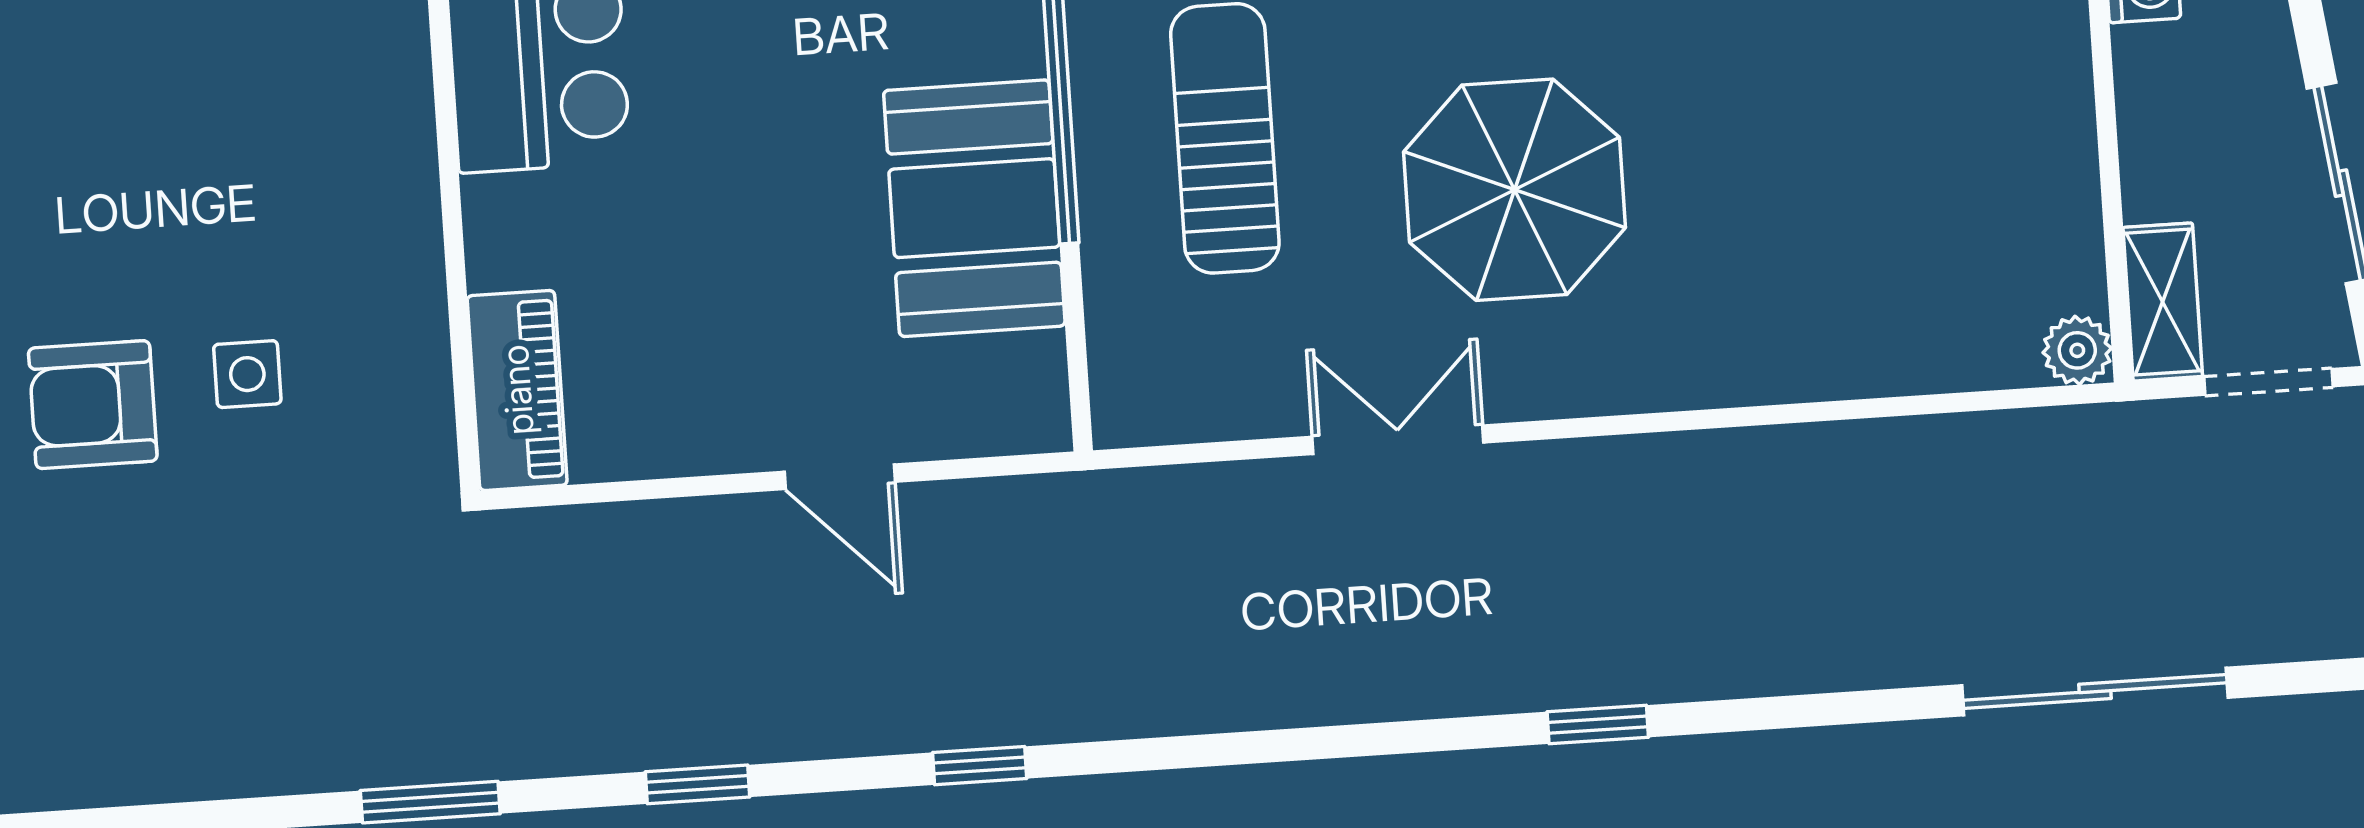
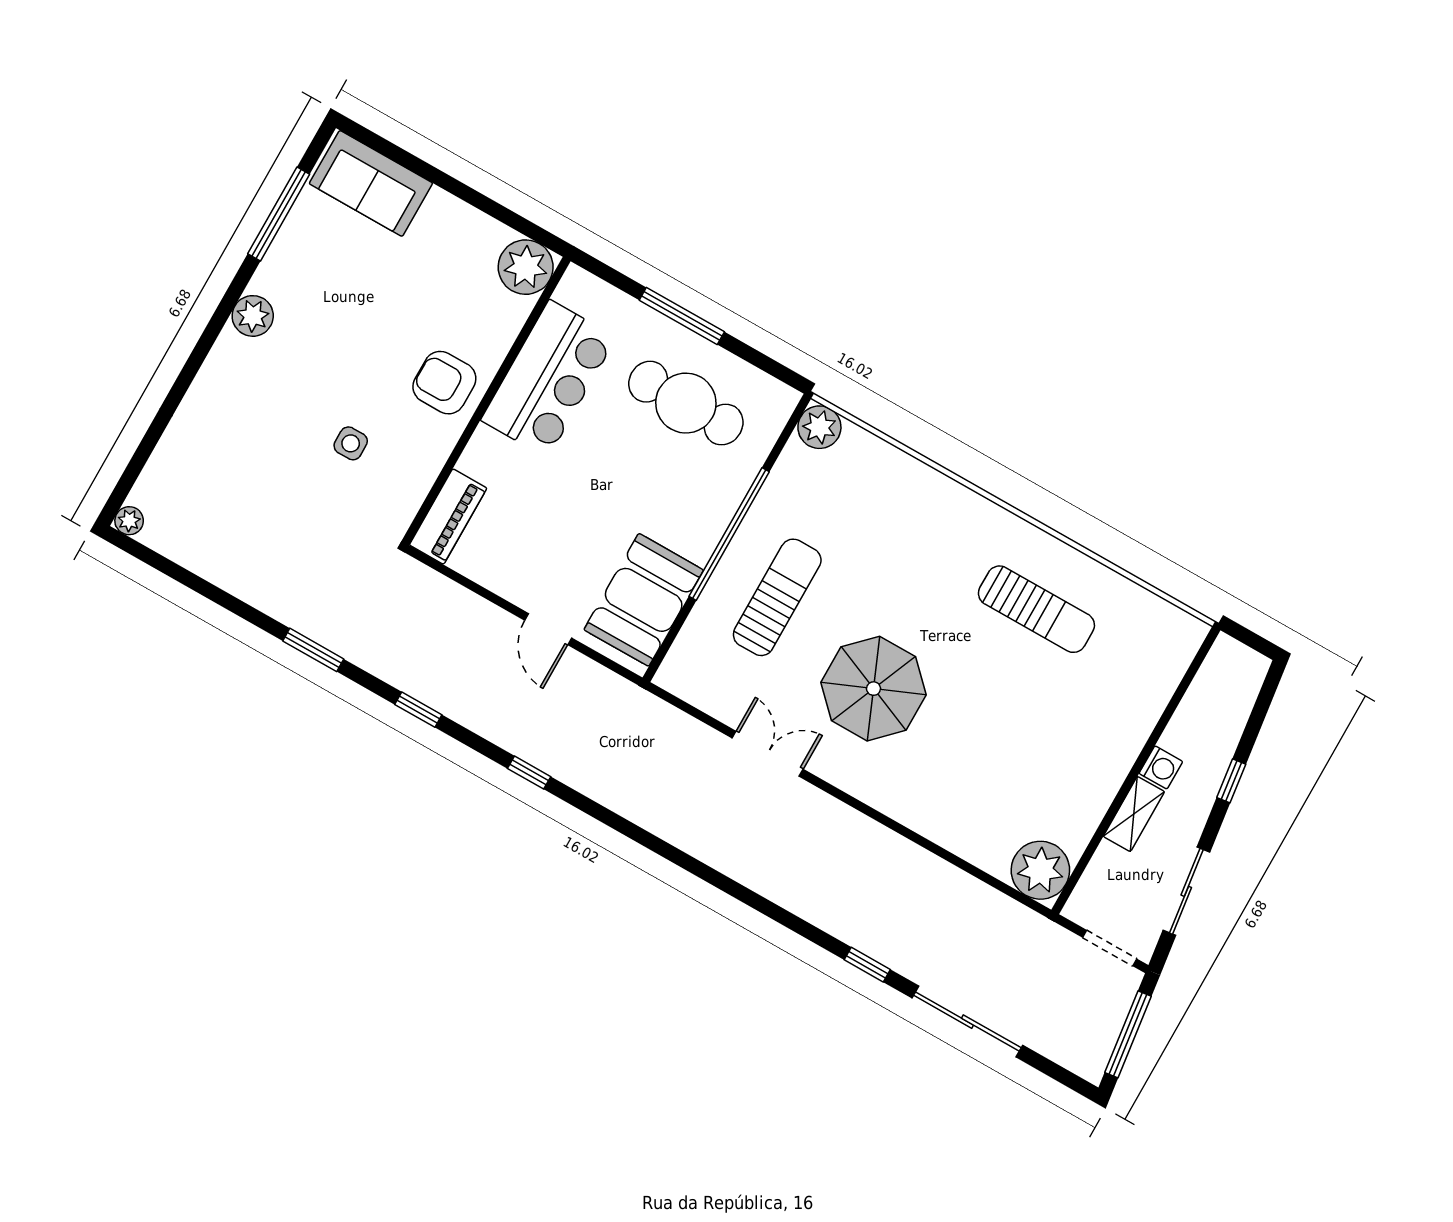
booth: (974, 208) -> (644, 600), moved
shelving: (2163, 302) -> (1134, 814), moved
plant: (2077, 350) -> (1040, 870), width x1.88, depth x1.88
armchair: (93, 405) -> (444, 383), moved
window: (1598, 725) -> (867, 965), moved

